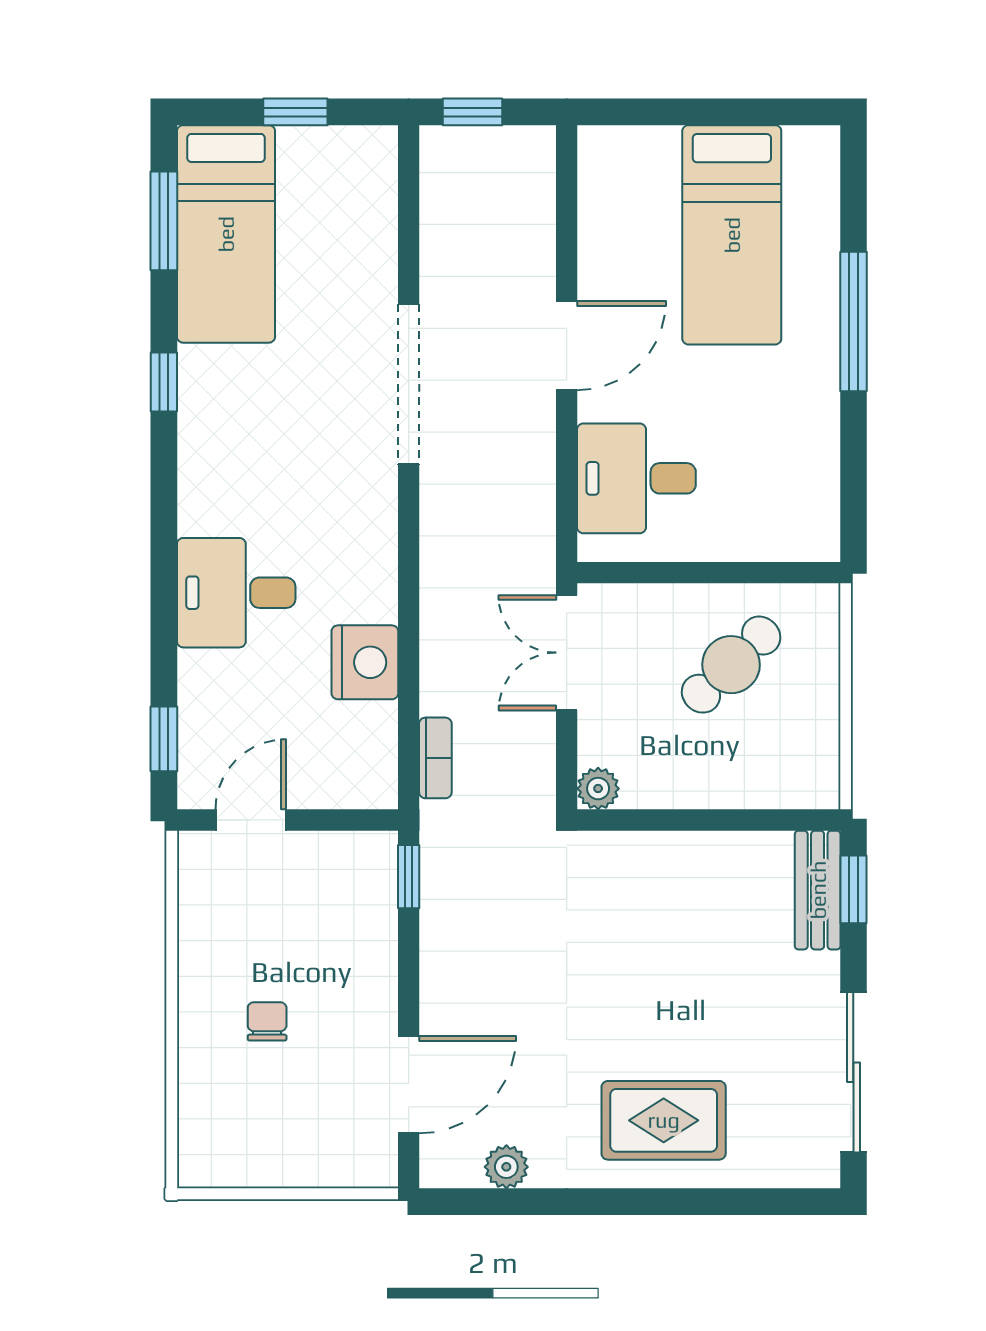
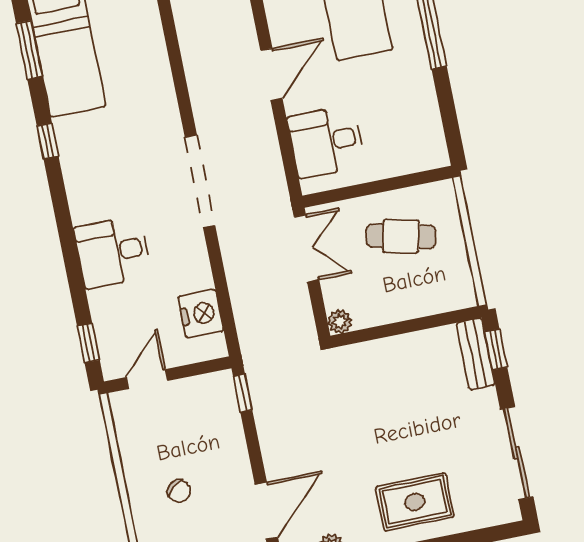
doorway: (409, 384) -> (200, 181), moved
double door: (567, 653) -> (306, 248), swing flipped
nightstand: (365, 662) -> (201, 314), moved
cafe table: (731, 665) -> (401, 236), turned 57
bookcase: (435, 758) -> (244, 323), removed
chair: (267, 1021) -> (179, 491), turned 140

